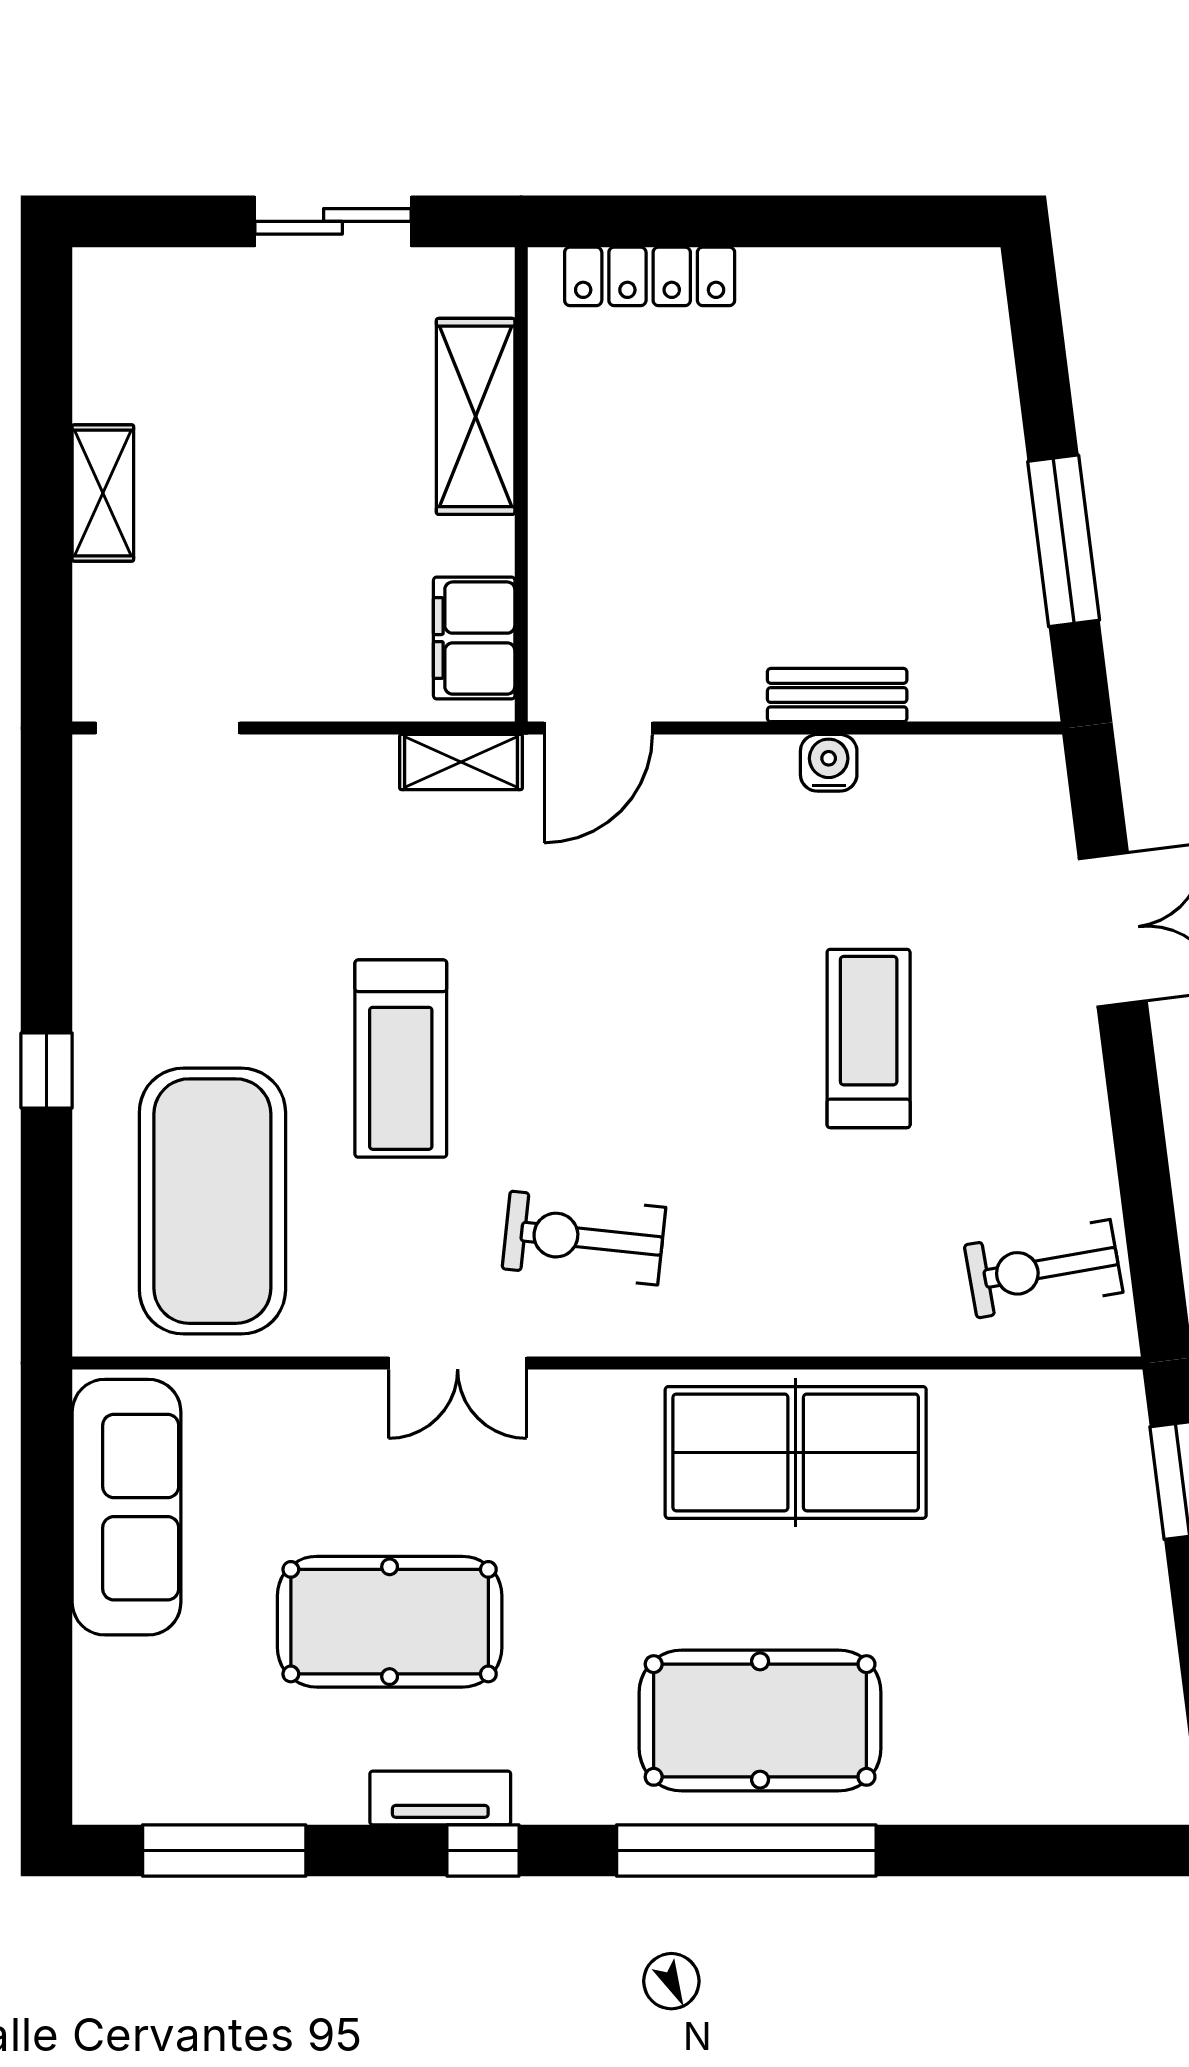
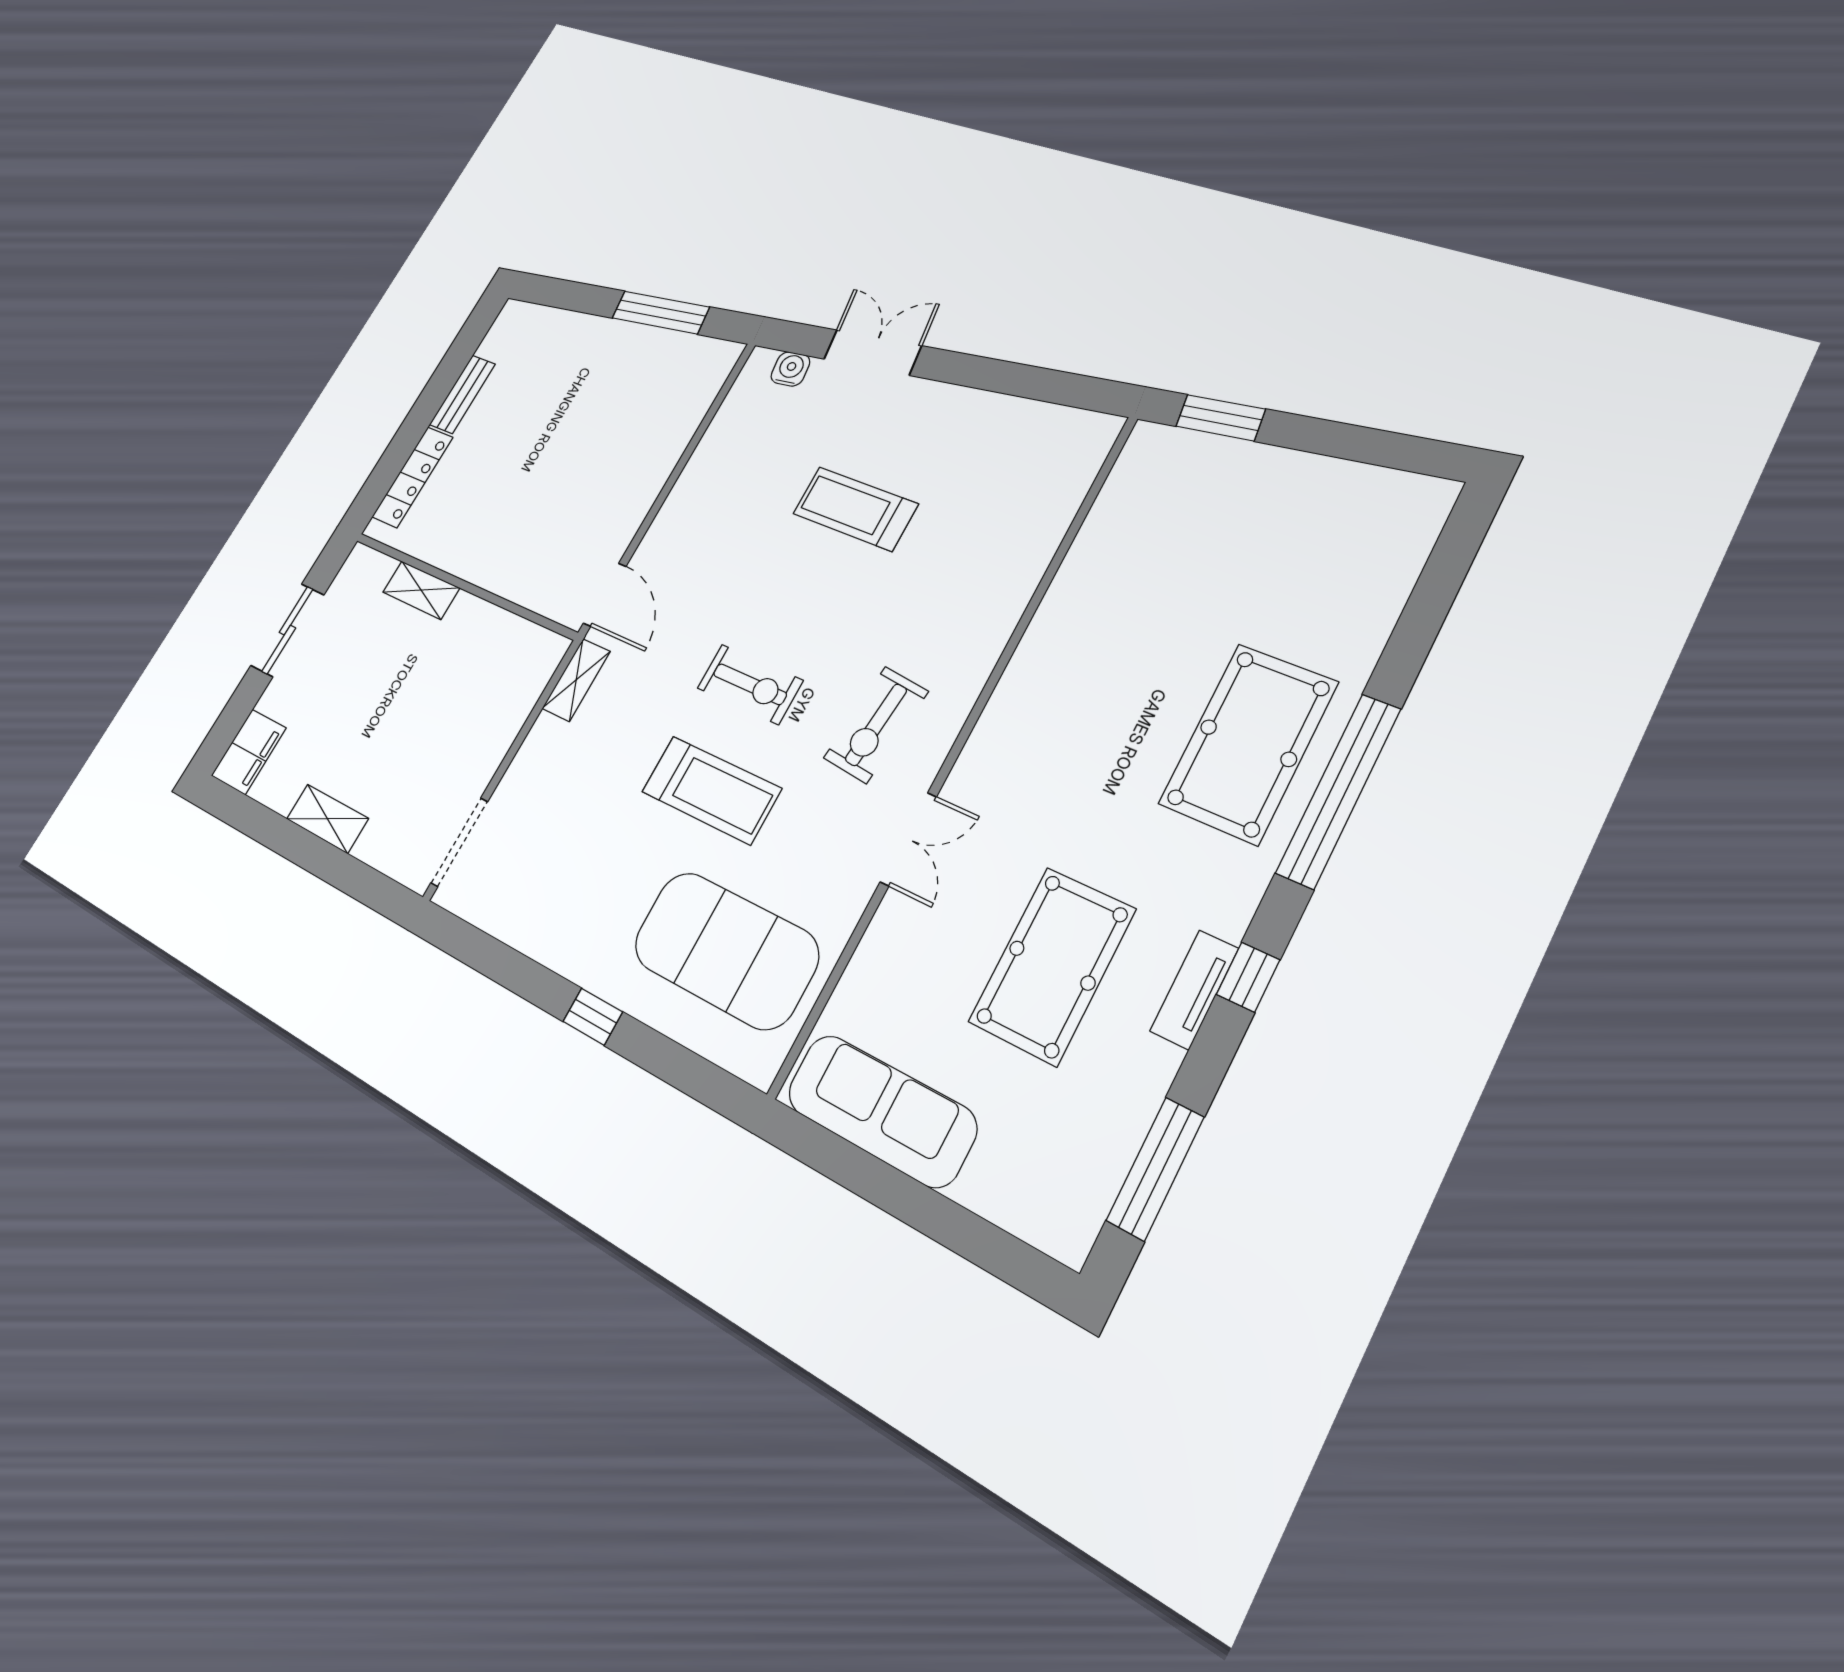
shelving: (476, 416) -> (421, 590), width x0.67, depth x0.75
filing cabinet: (474, 638) -> (249, 752), moved, turned -90
bench: (837, 695) -> (462, 394), moved
water cooler: (829, 763) -> (790, 369), moved, turned 83
exercise bike: (1044, 1269) -> (750, 684), moved, turned -80
table tennis table: (796, 1452) -> (1079, 648), removed

